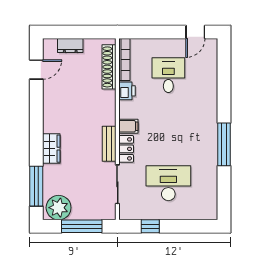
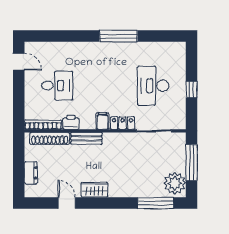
door: (36, 70) -> (67, 203), moved
desk: (168, 75) -> (57, 86), turned 180
bench: (109, 144) -> (86, 138), moved
wardrobe: (51, 149) -> (95, 190), moved
window: (150, 226) -> (191, 90), moved

